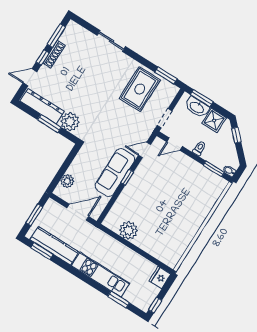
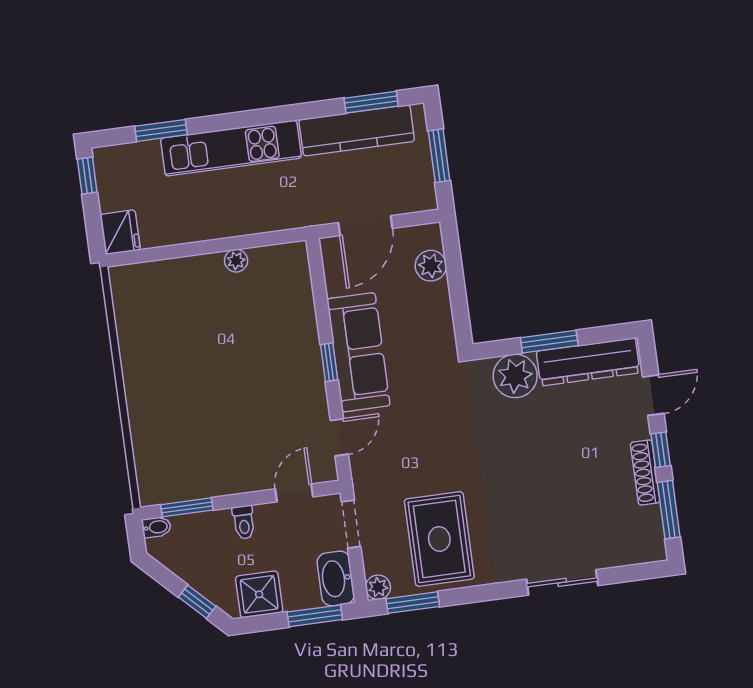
plant: (173, 90) -> (378, 587), added
washbasin: (197, 107) -> (336, 578), moved, turned -90
plant: (128, 230) -> (236, 261), width x0.53, depth x0.53

